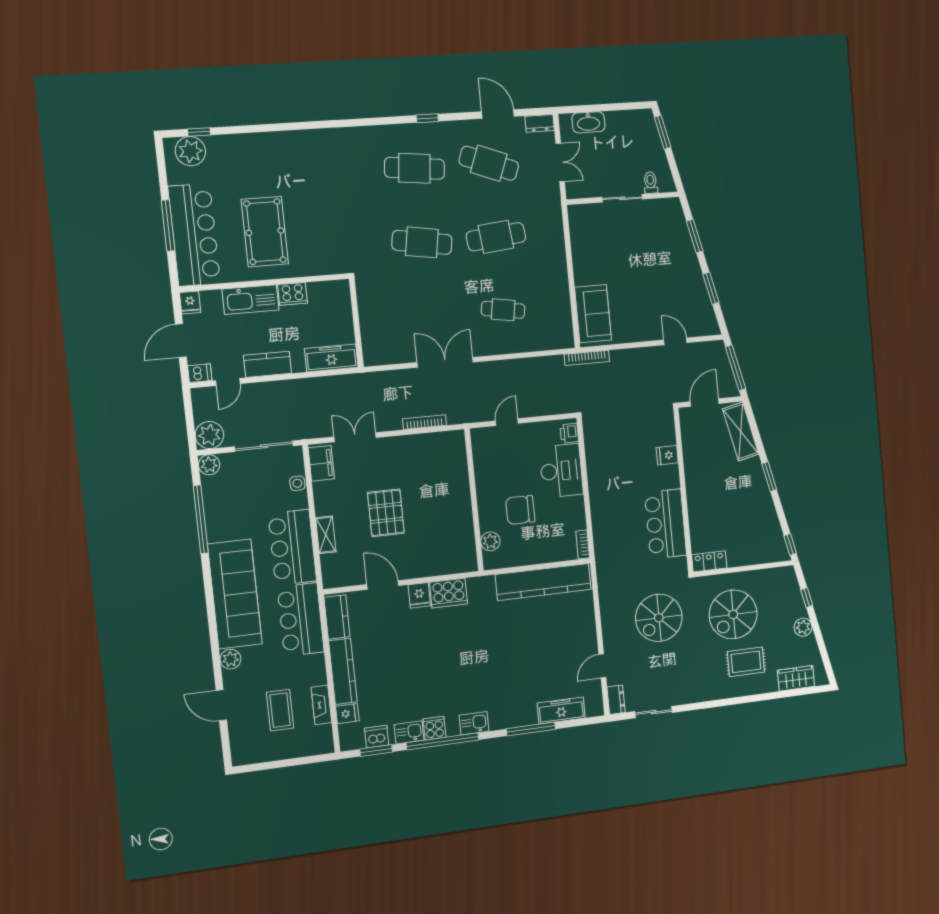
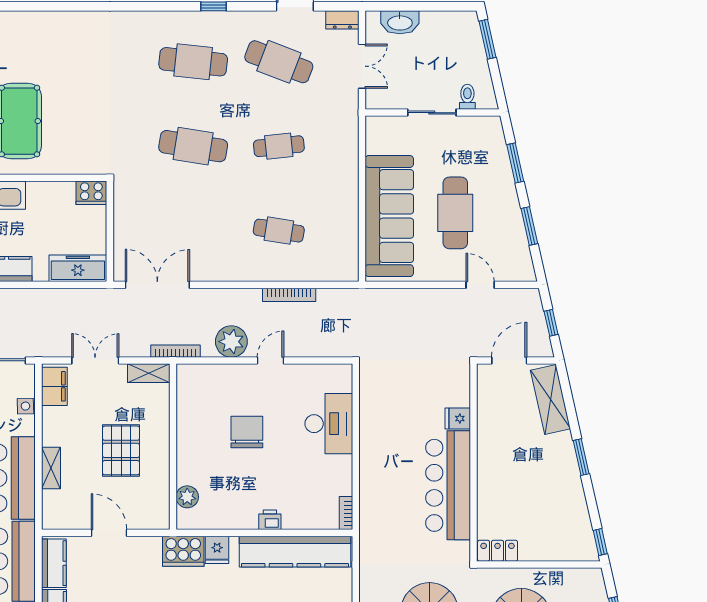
cafe table: (496, 237) -> (279, 146), width x0.73, depth x0.74
cafe table: (649, 282) -> (455, 213), added
cooker: (293, 294) -> (91, 193), moved
sofa: (593, 314) -> (389, 216), width x1.85, depth x1.27
bookcase: (587, 358) -> (289, 295), moved
double door: (445, 362) -> (157, 285), moved
window: (735, 368) -> (551, 323), width x0.46
plant: (472, 409) -> (231, 342), added
printer: (569, 433) -> (270, 520), moved, turned 90
shelving: (403, 443) -> (149, 373), added
wall: (474, 500) -> (173, 447), moved
chair: (520, 510) -> (247, 432), moved, turned 90
bar counter: (666, 524) -> (448, 485), width x1.36
plant: (490, 541) -> (187, 497), moved
fridge: (419, 595) -> (217, 550), moved

